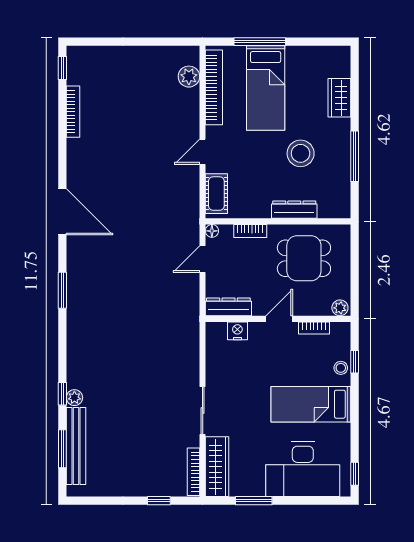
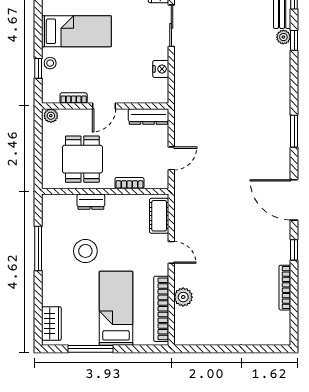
window: (260, 42) -> (90, 349), moved
window: (62, 68) -> (294, 250), moved
plant: (189, 77) -> (183, 297), moved
wardrobe: (339, 98) -> (51, 324), moved
door: (203, 152) -> (171, 252), hinge flipped
dresser: (294, 210) -> (91, 202), width x0.70
floor lamp: (212, 231) -> (163, 183), removed
dining table: (304, 258) -> (82, 159), turned 90
nightstand: (237, 331) -> (161, 69), moved, turned -90

